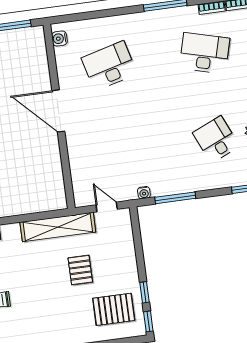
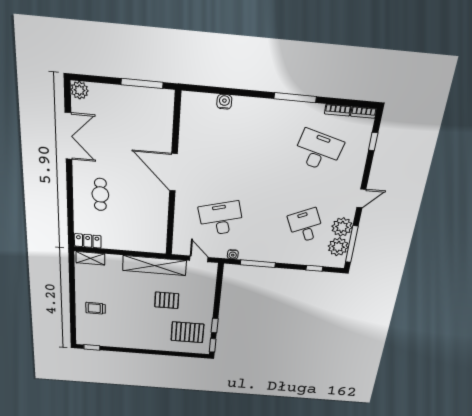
water cooler: (59, 39) -> (224, 102), moved, turned 90
desk: (109, 66) -> (221, 219), moved
pallet: (80, 270) -> (167, 300), turned 90

